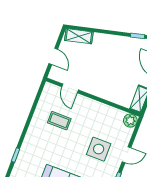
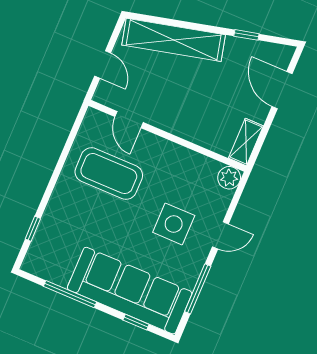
shelving: (79, 36) -> (174, 40), width x2.20, depth x1.33
coffee table: (59, 121) -> (109, 174), width x1.86, depth x1.72

